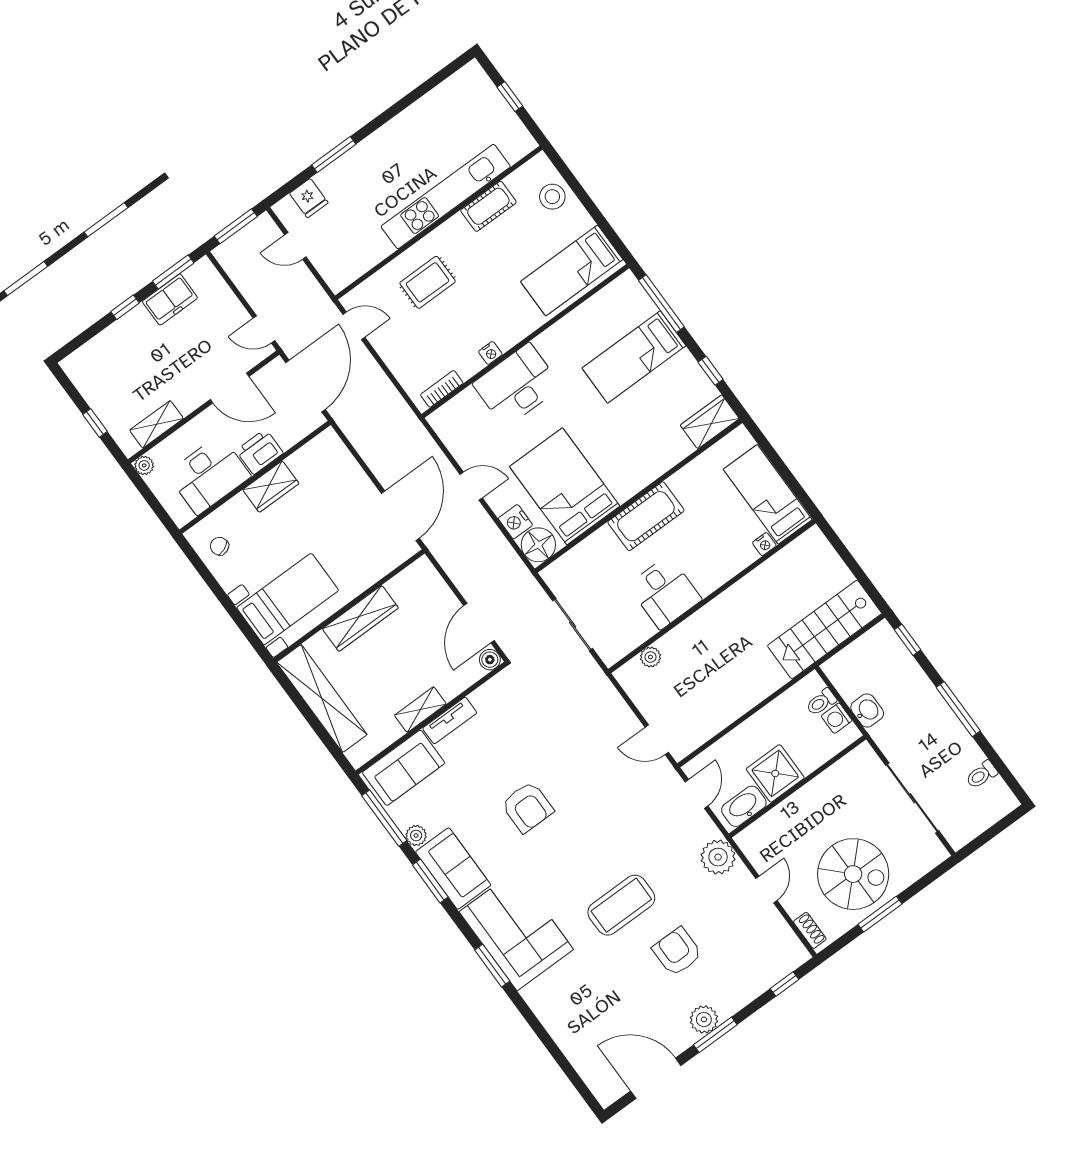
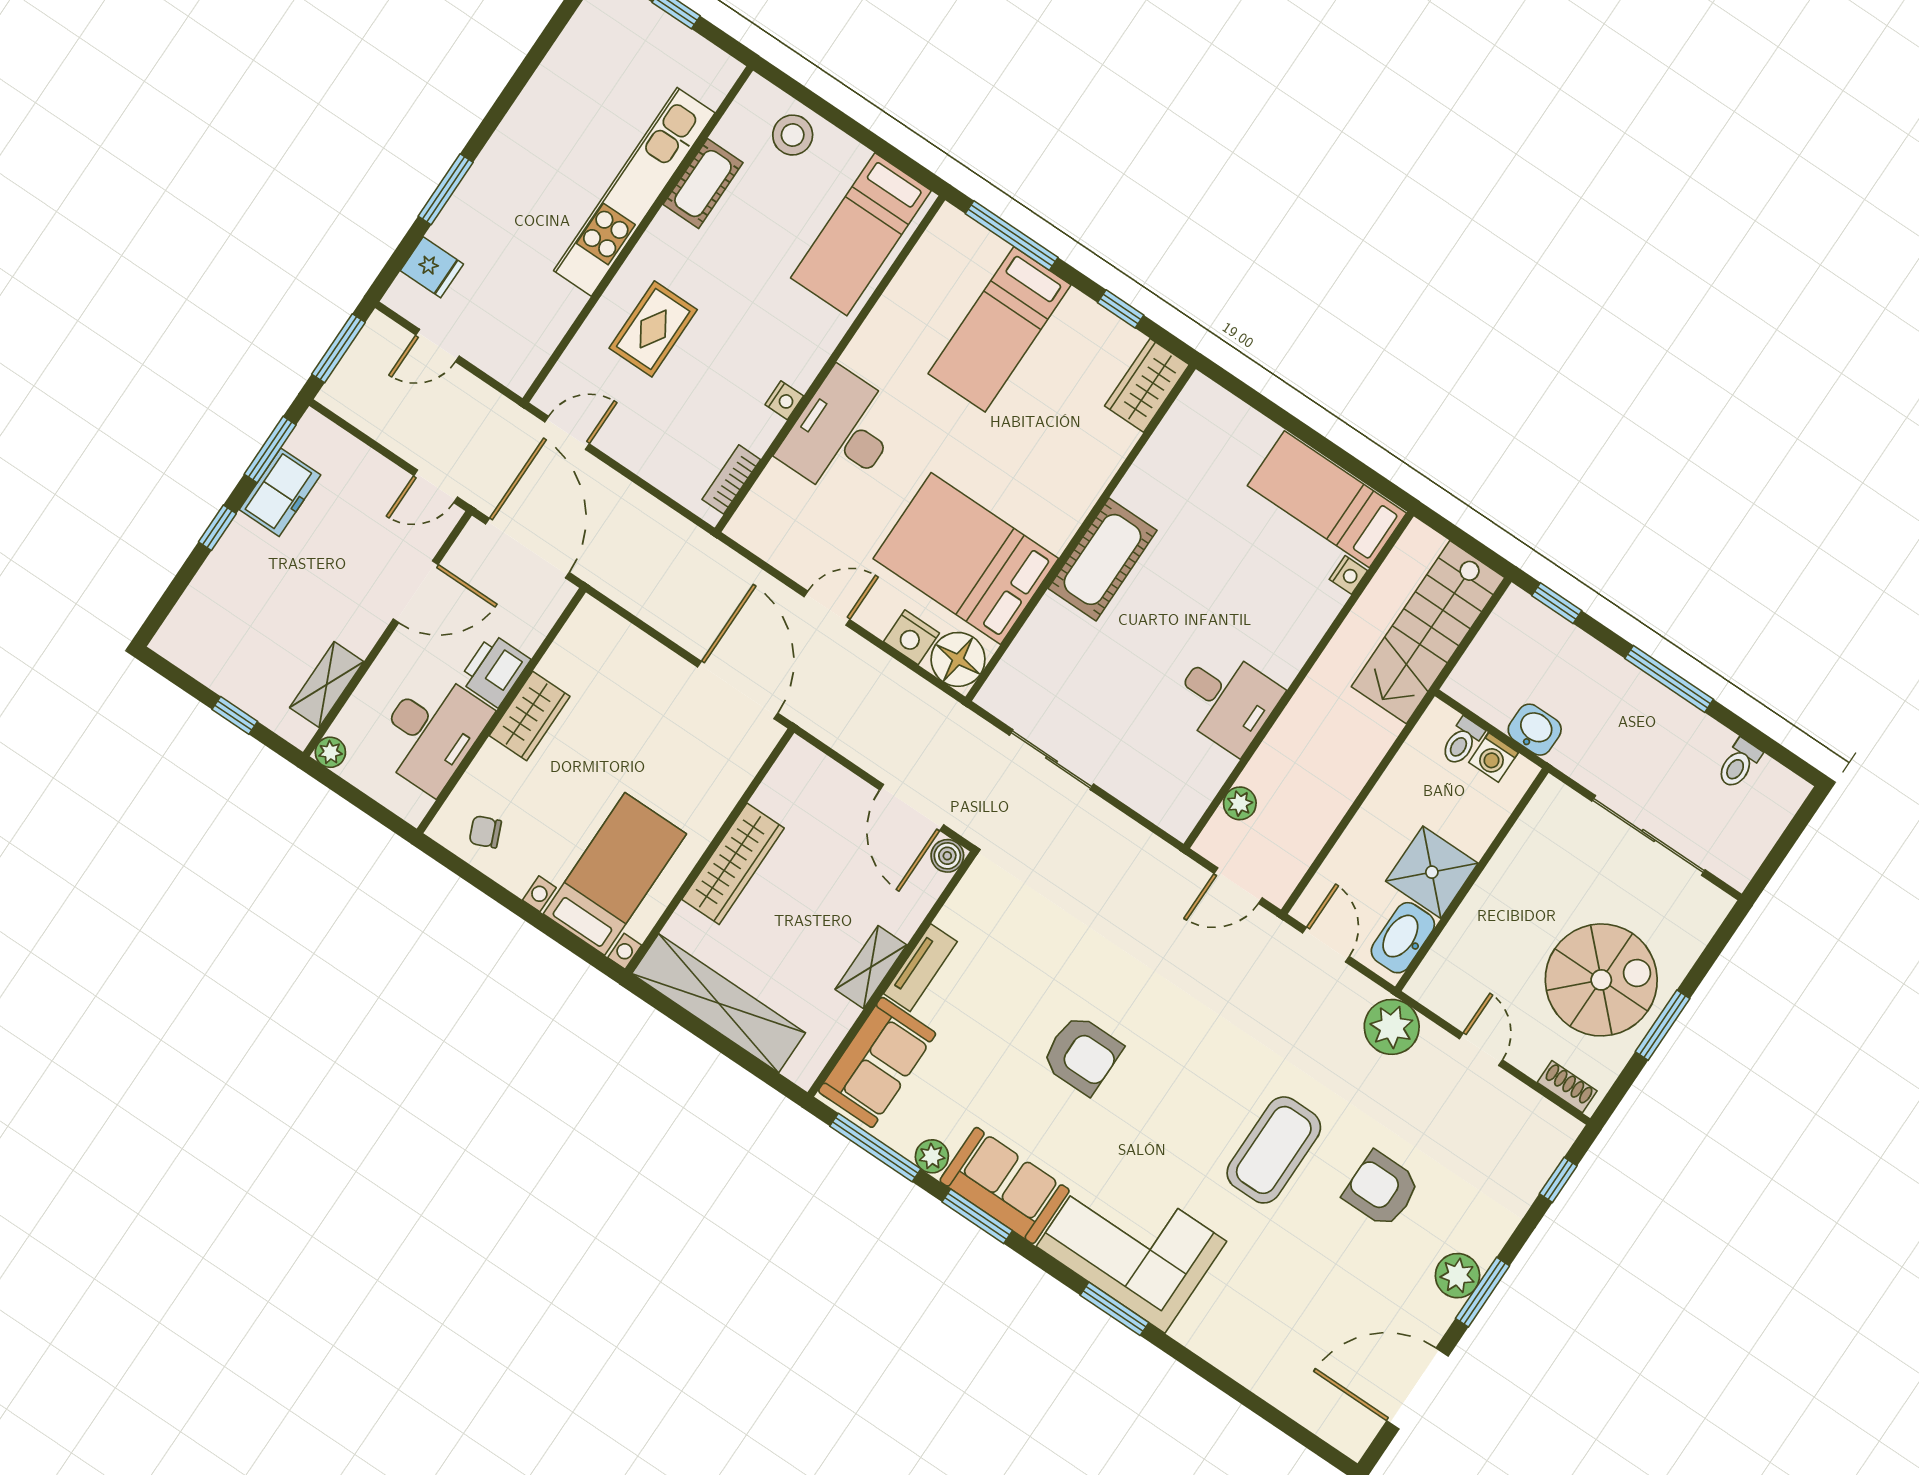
bed: (768, 494) -> (1327, 499), moved
nightstand: (764, 544) -> (1348, 575), moved
desk: (665, 592) -> (1226, 700), moved
wall: (712, 596) -> (1299, 680), moved
plant: (650, 657) -> (1240, 803), moved

